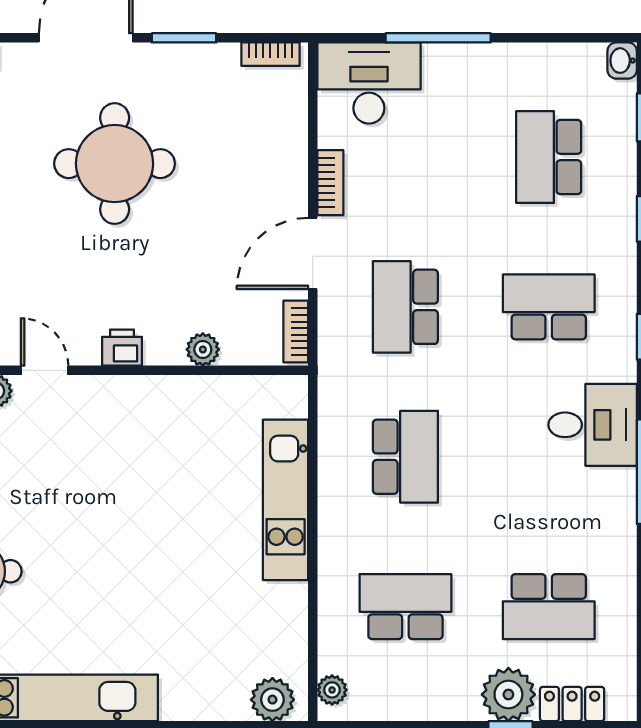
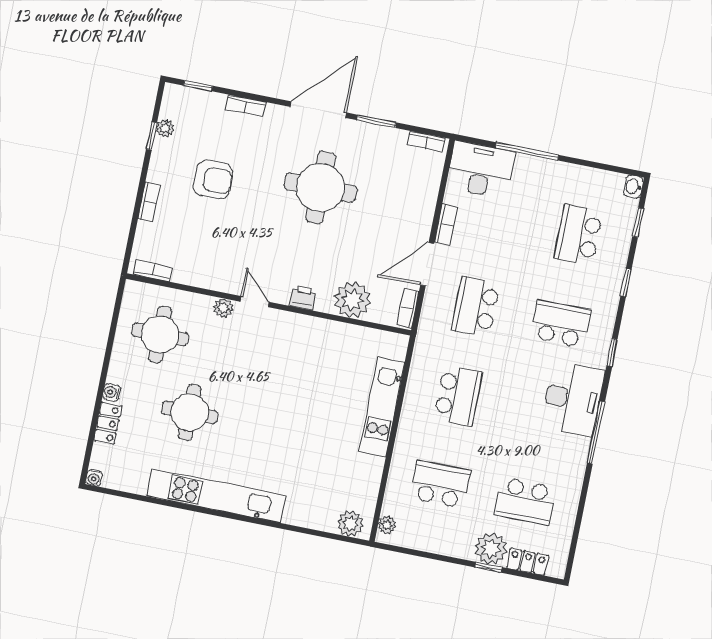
plant: (203, 349) -> (352, 300), width x1.88, depth x1.88
desk: (593, 425) -> (573, 399), width x1.37

